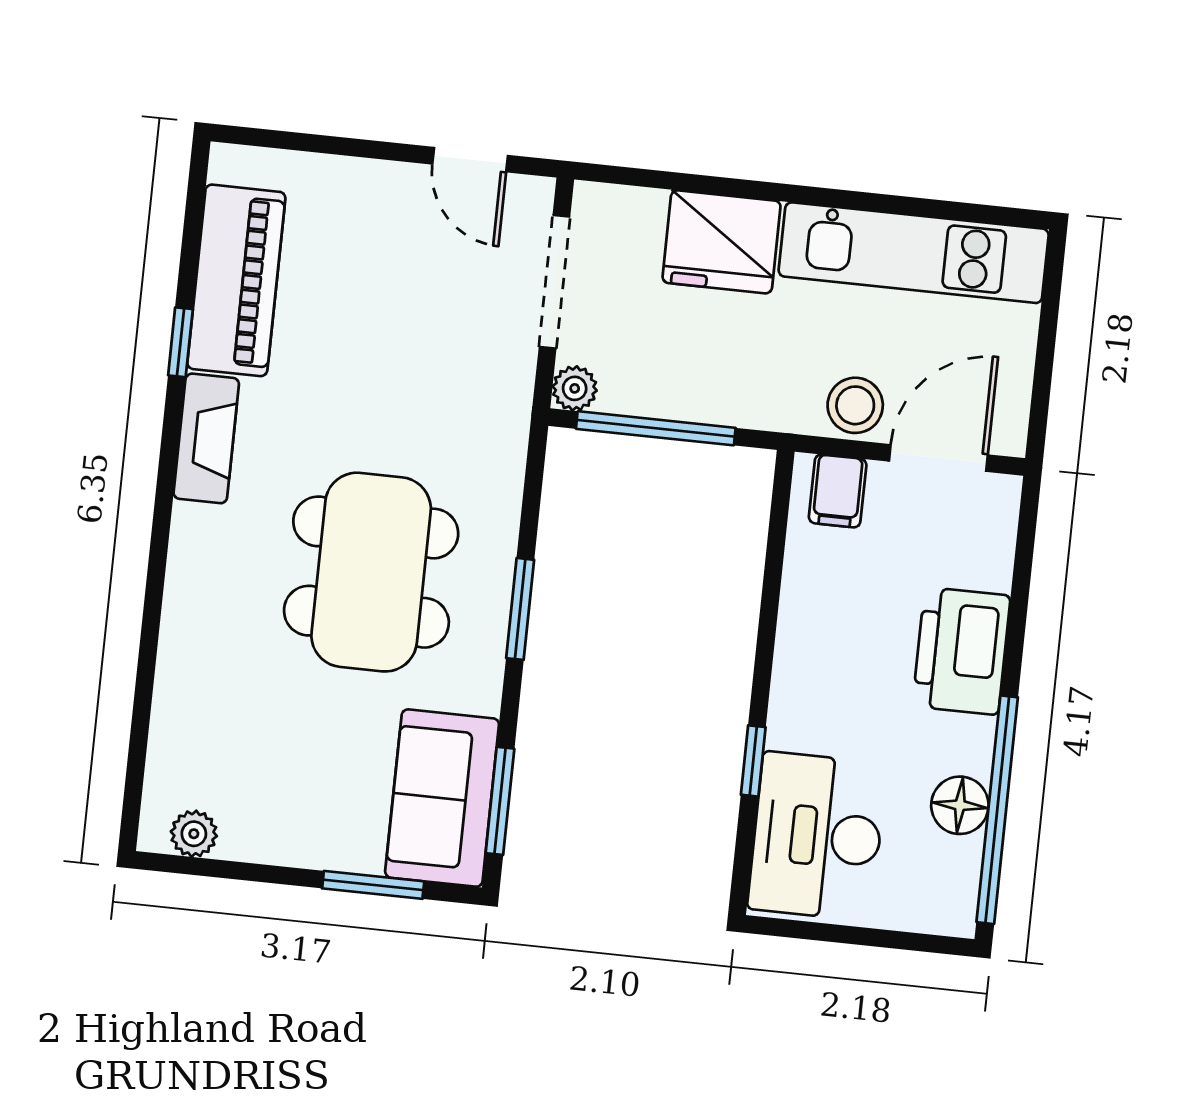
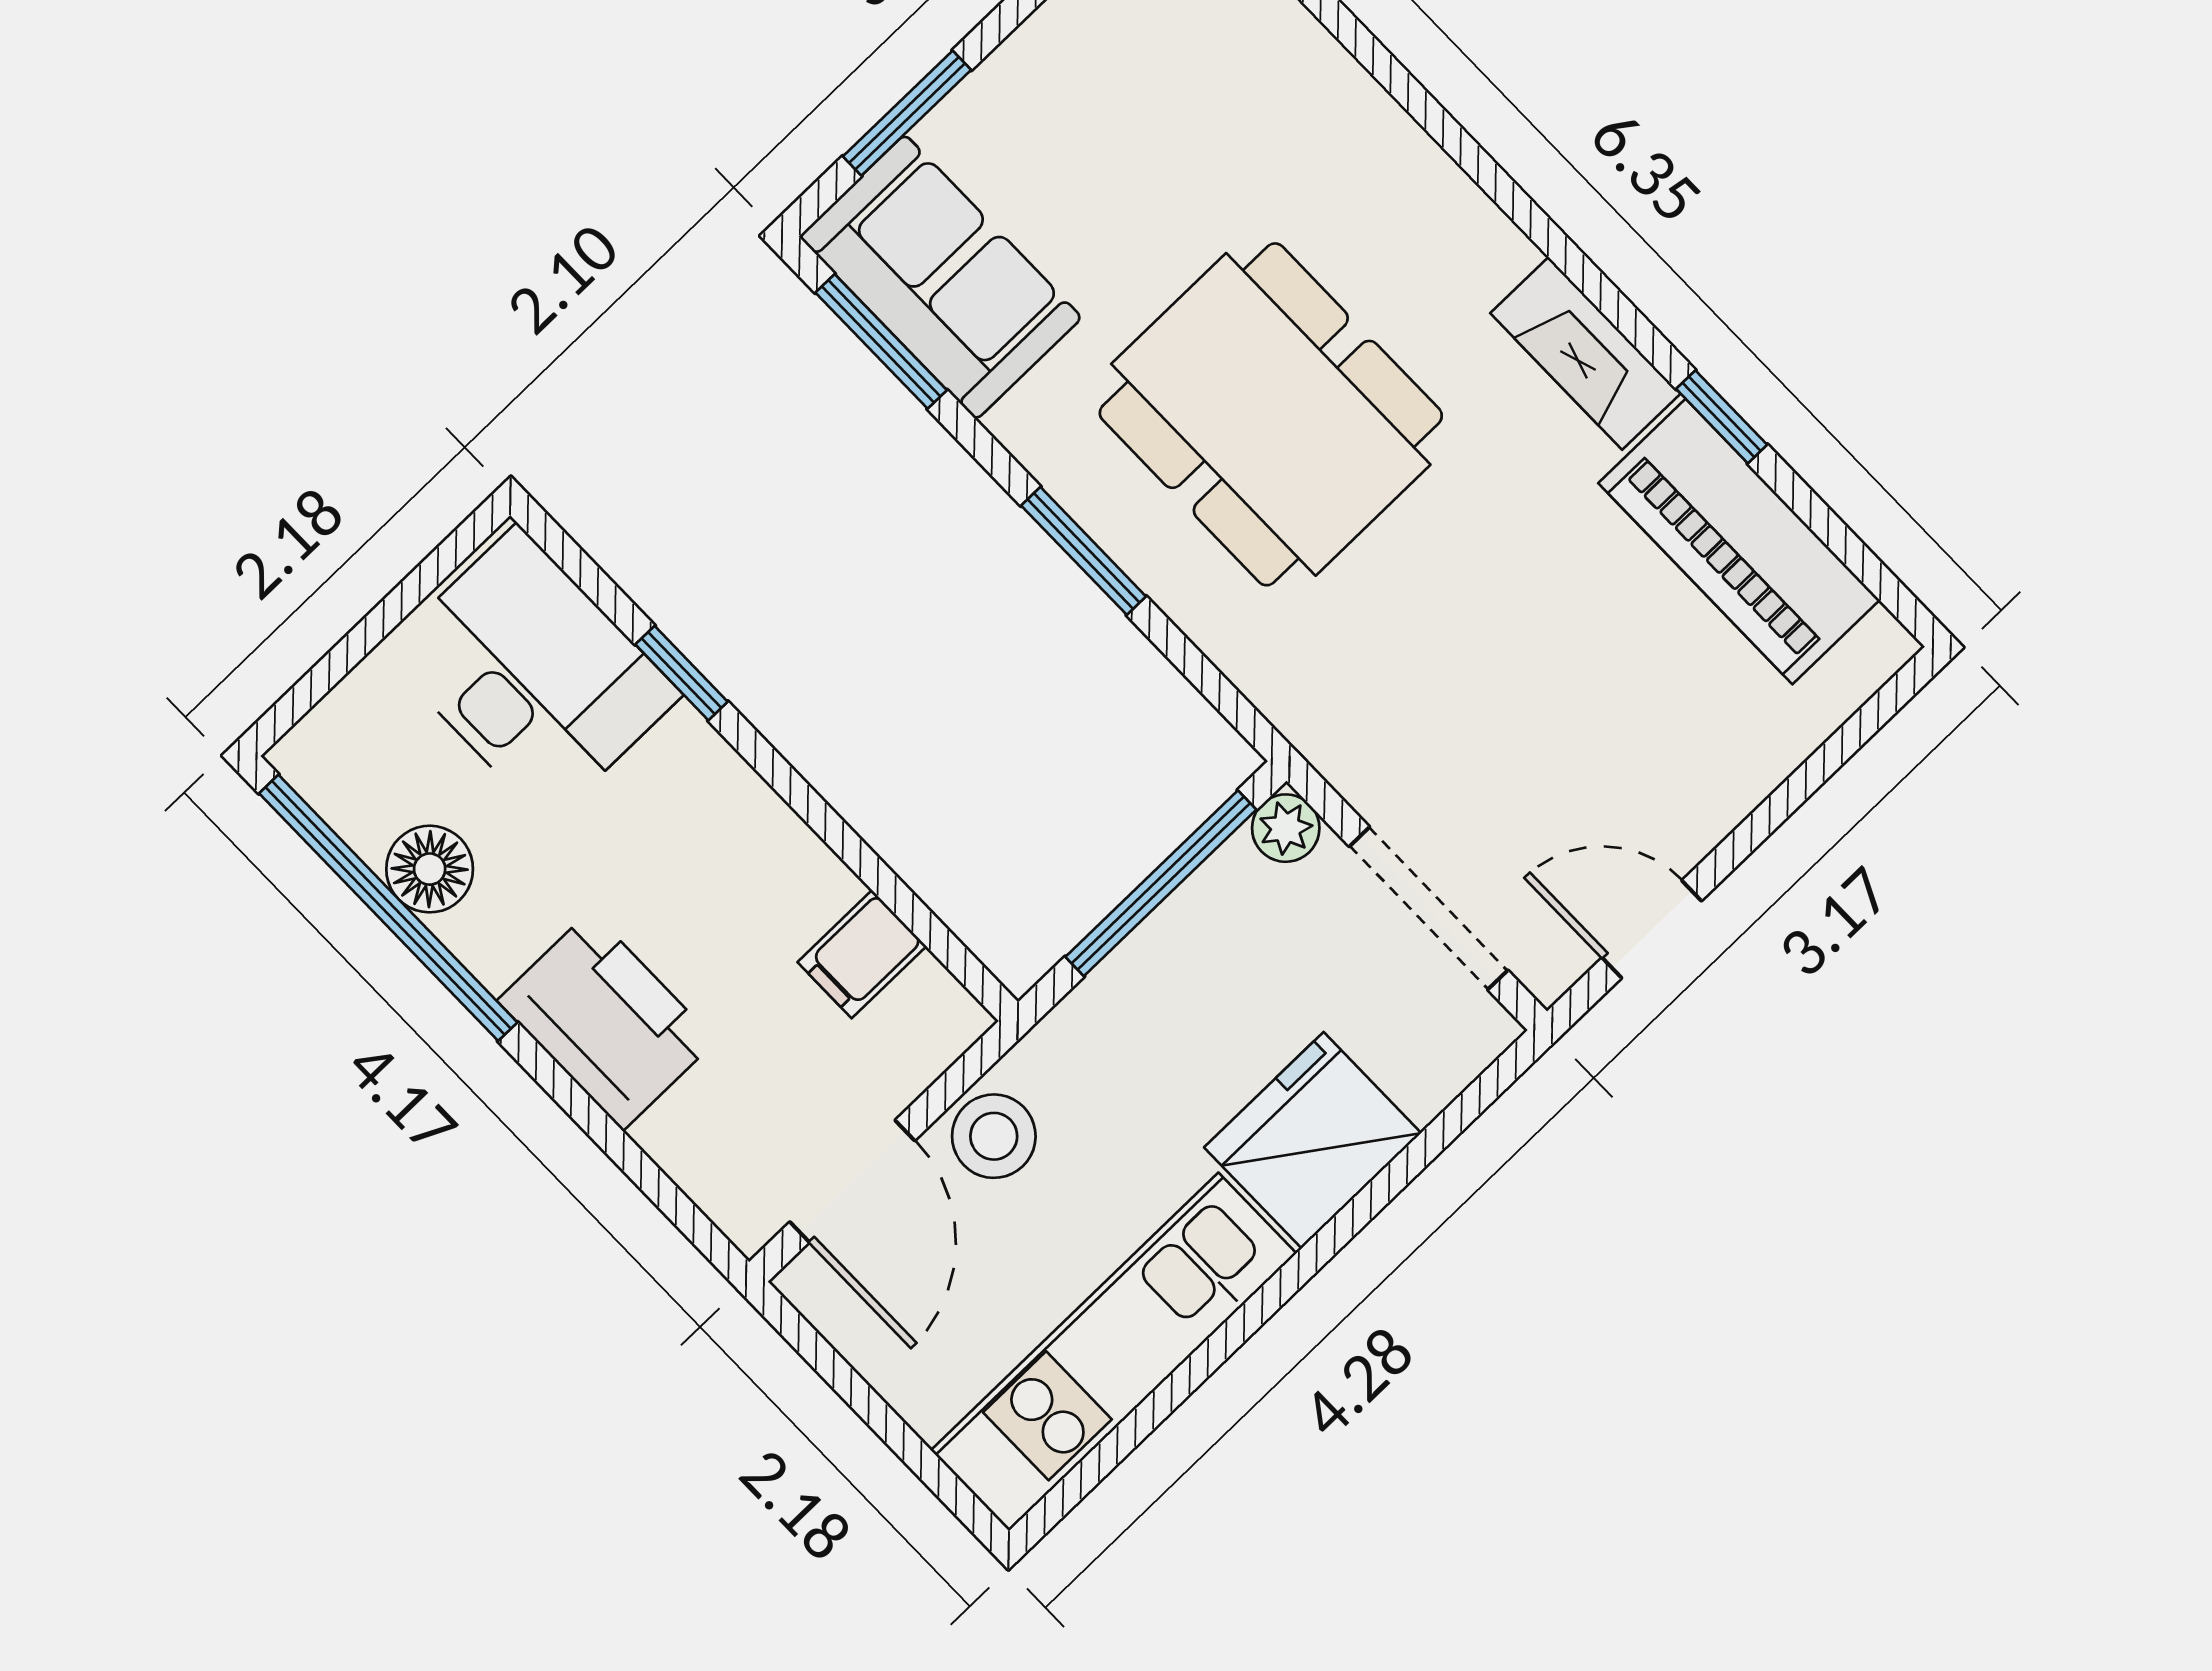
filing cabinet: (838, 491) -> (862, 954), moved, turned -90

